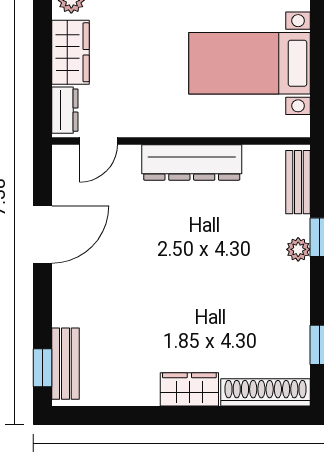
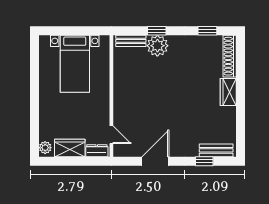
dresser: (192, 162) -> (122, 91), removed
door: (43, 234) -> (155, 161), hinge flipped
plant: (298, 249) -> (157, 46), width x1.88, depth x1.88
window: (43, 368) -> (204, 161), moved

